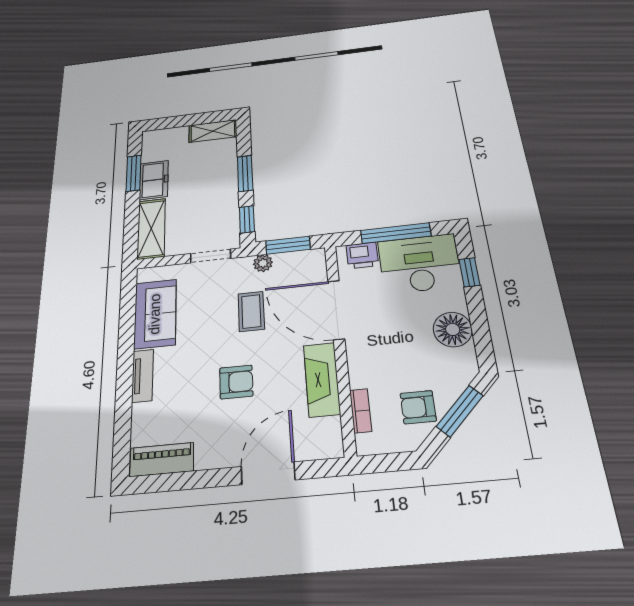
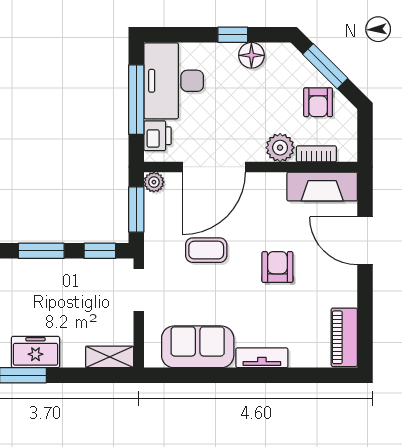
shelving: (151, 229) -> (110, 357), width x0.67, depth x0.75
plant: (263, 263) -> (154, 182), moved
window: (469, 272) -> (233, 35), moved
floor lamp: (453, 329) -> (251, 55), width x0.73, depth x0.73
plant: (363, 372) -> (280, 148), added
fireplace: (322, 379) -> (322, 187), moved

